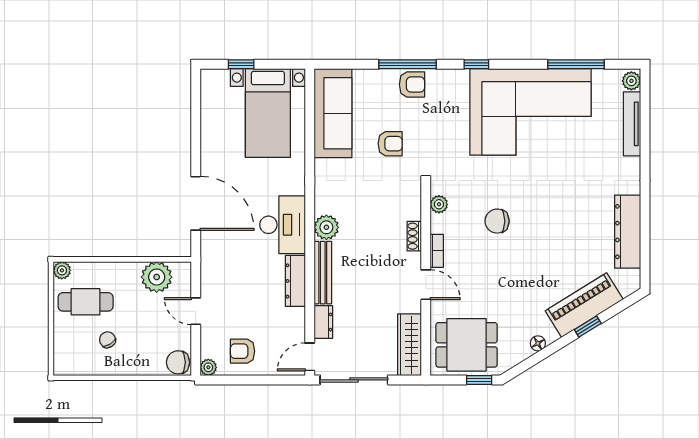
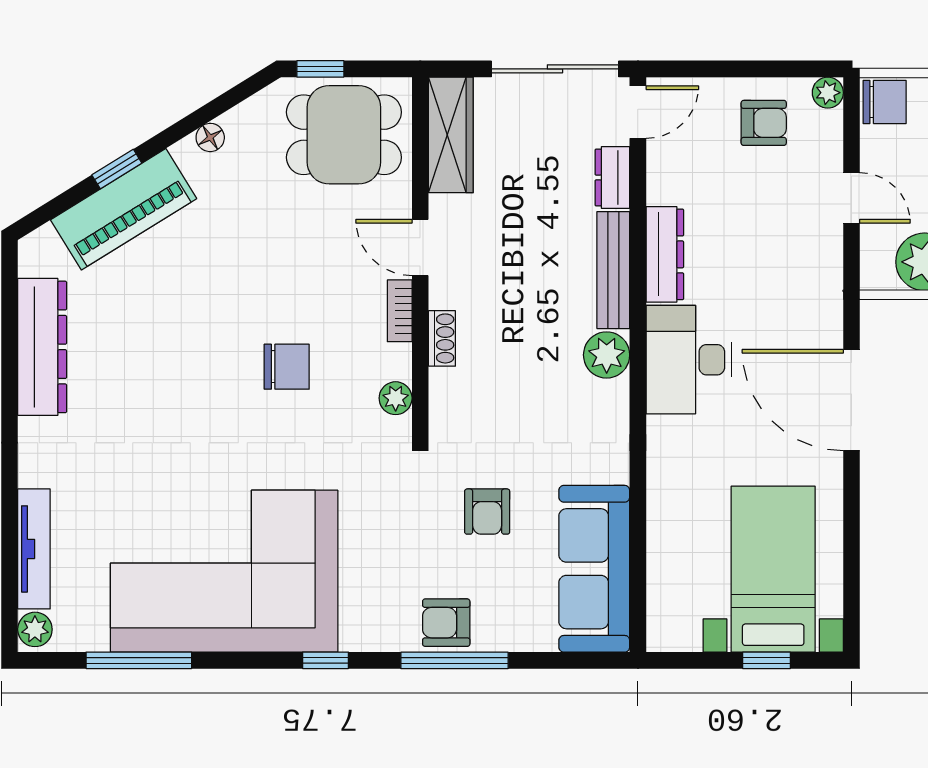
bed with nightstands: (268, 113) -> (773, 569), moved
armchair: (390, 144) -> (487, 512), turned -90

